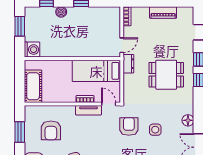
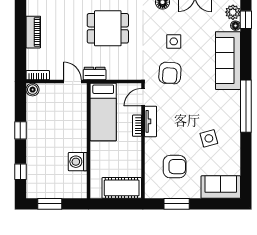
boiler: (61, 12) -> (33, 90), moved
washing machine: (32, 50) -> (78, 162), moved, turned -90
dining table: (166, 75) -> (108, 28), turned 90
armchair: (129, 126) -> (170, 73), turned -86

